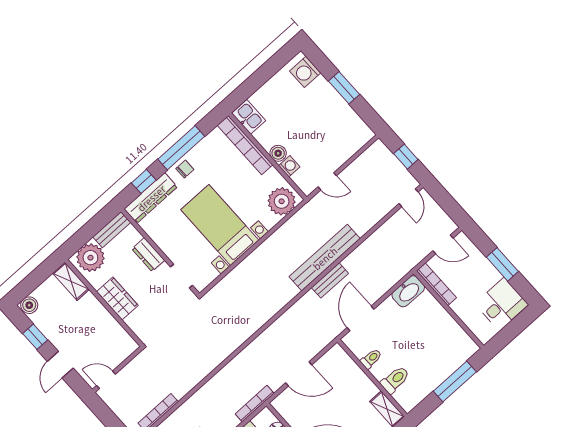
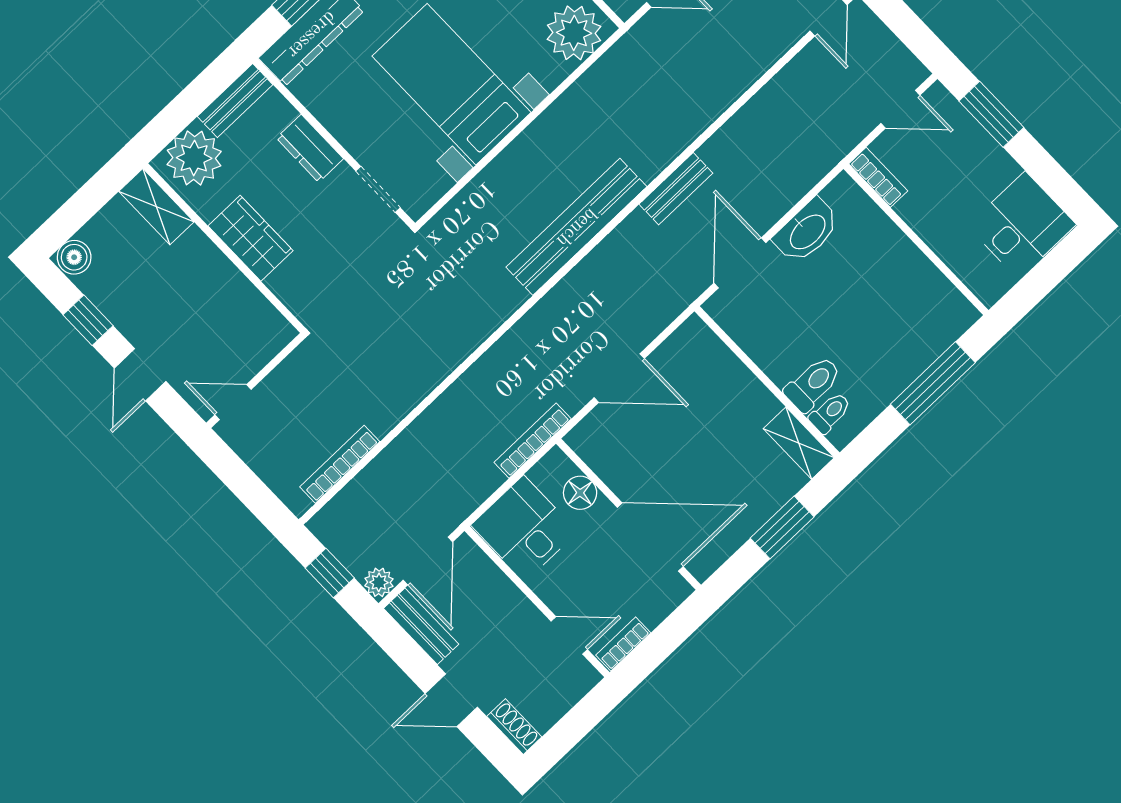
bench: (325, 258) -> (576, 227), moved
window: (502, 264) -> (991, 114), moved
bookcase: (436, 284) -> (878, 177), width x0.64
washbasin: (408, 291) -> (807, 231), moved
toilet: (371, 359) -> (830, 413), moved

